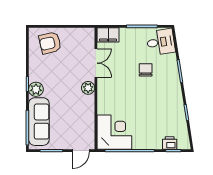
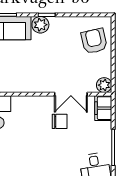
chair: (146, 70) -> (60, 121), moved
plant: (88, 88) -> (104, 85), moved

